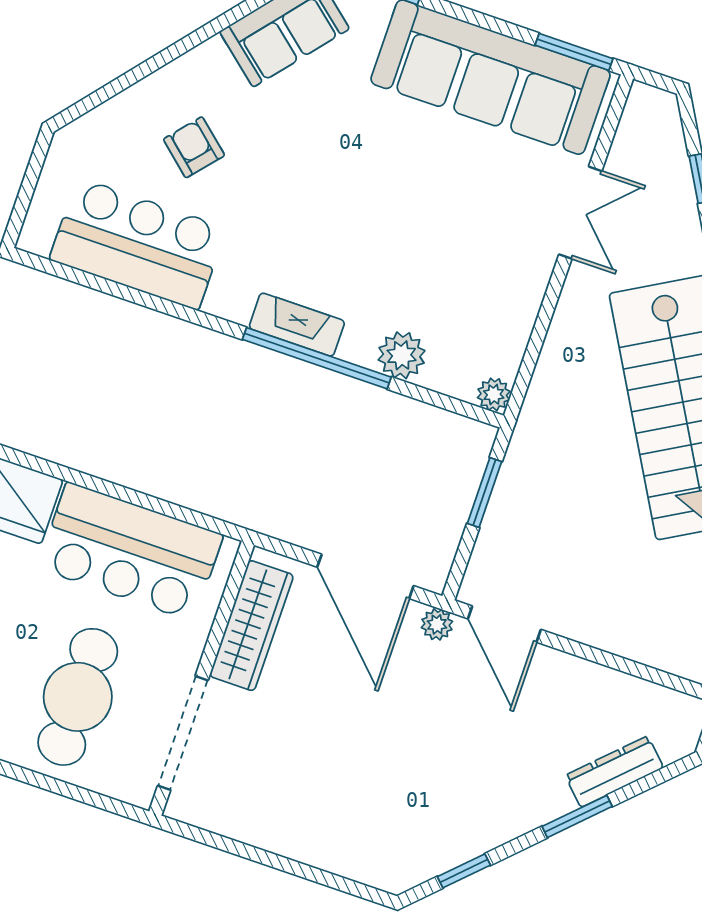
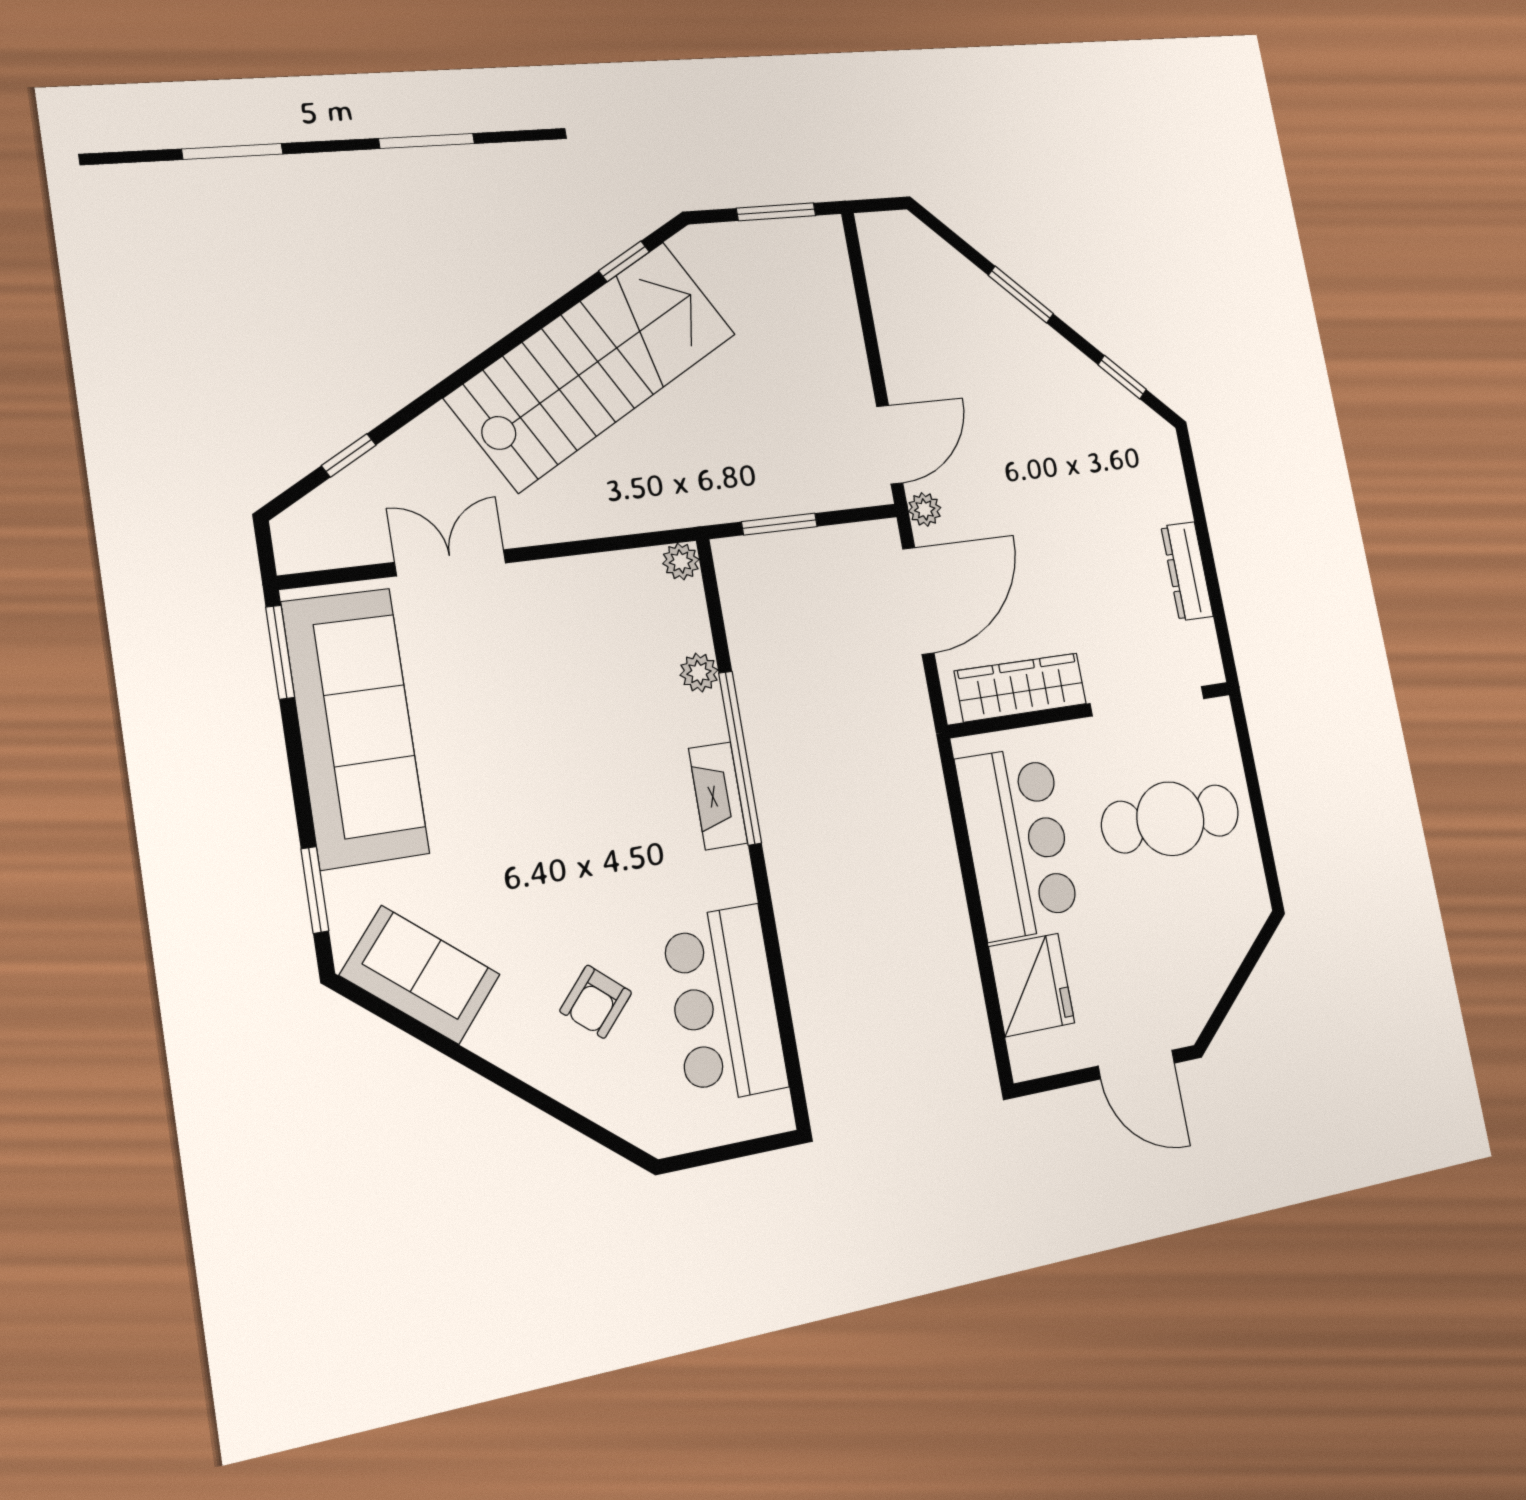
plant: (402, 355) -> (699, 673), width x0.73, depth x0.73
dresser: (614, 772) -> (1187, 571), moved, turned 45

